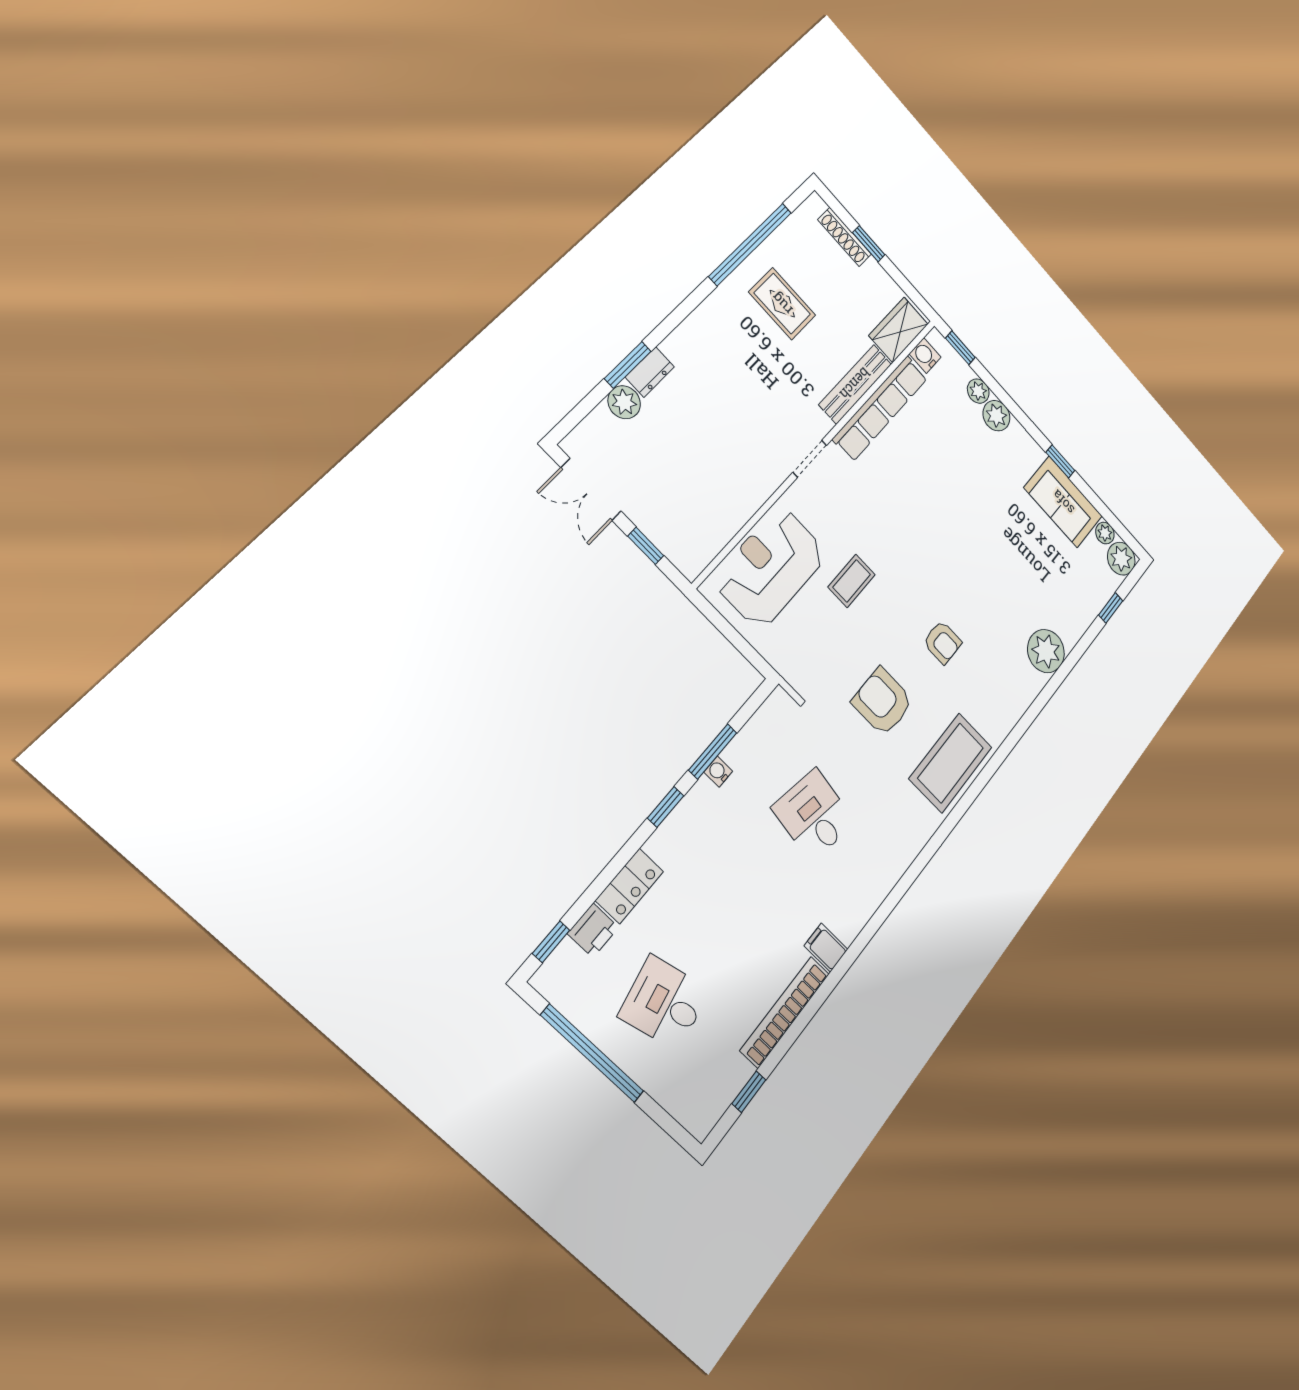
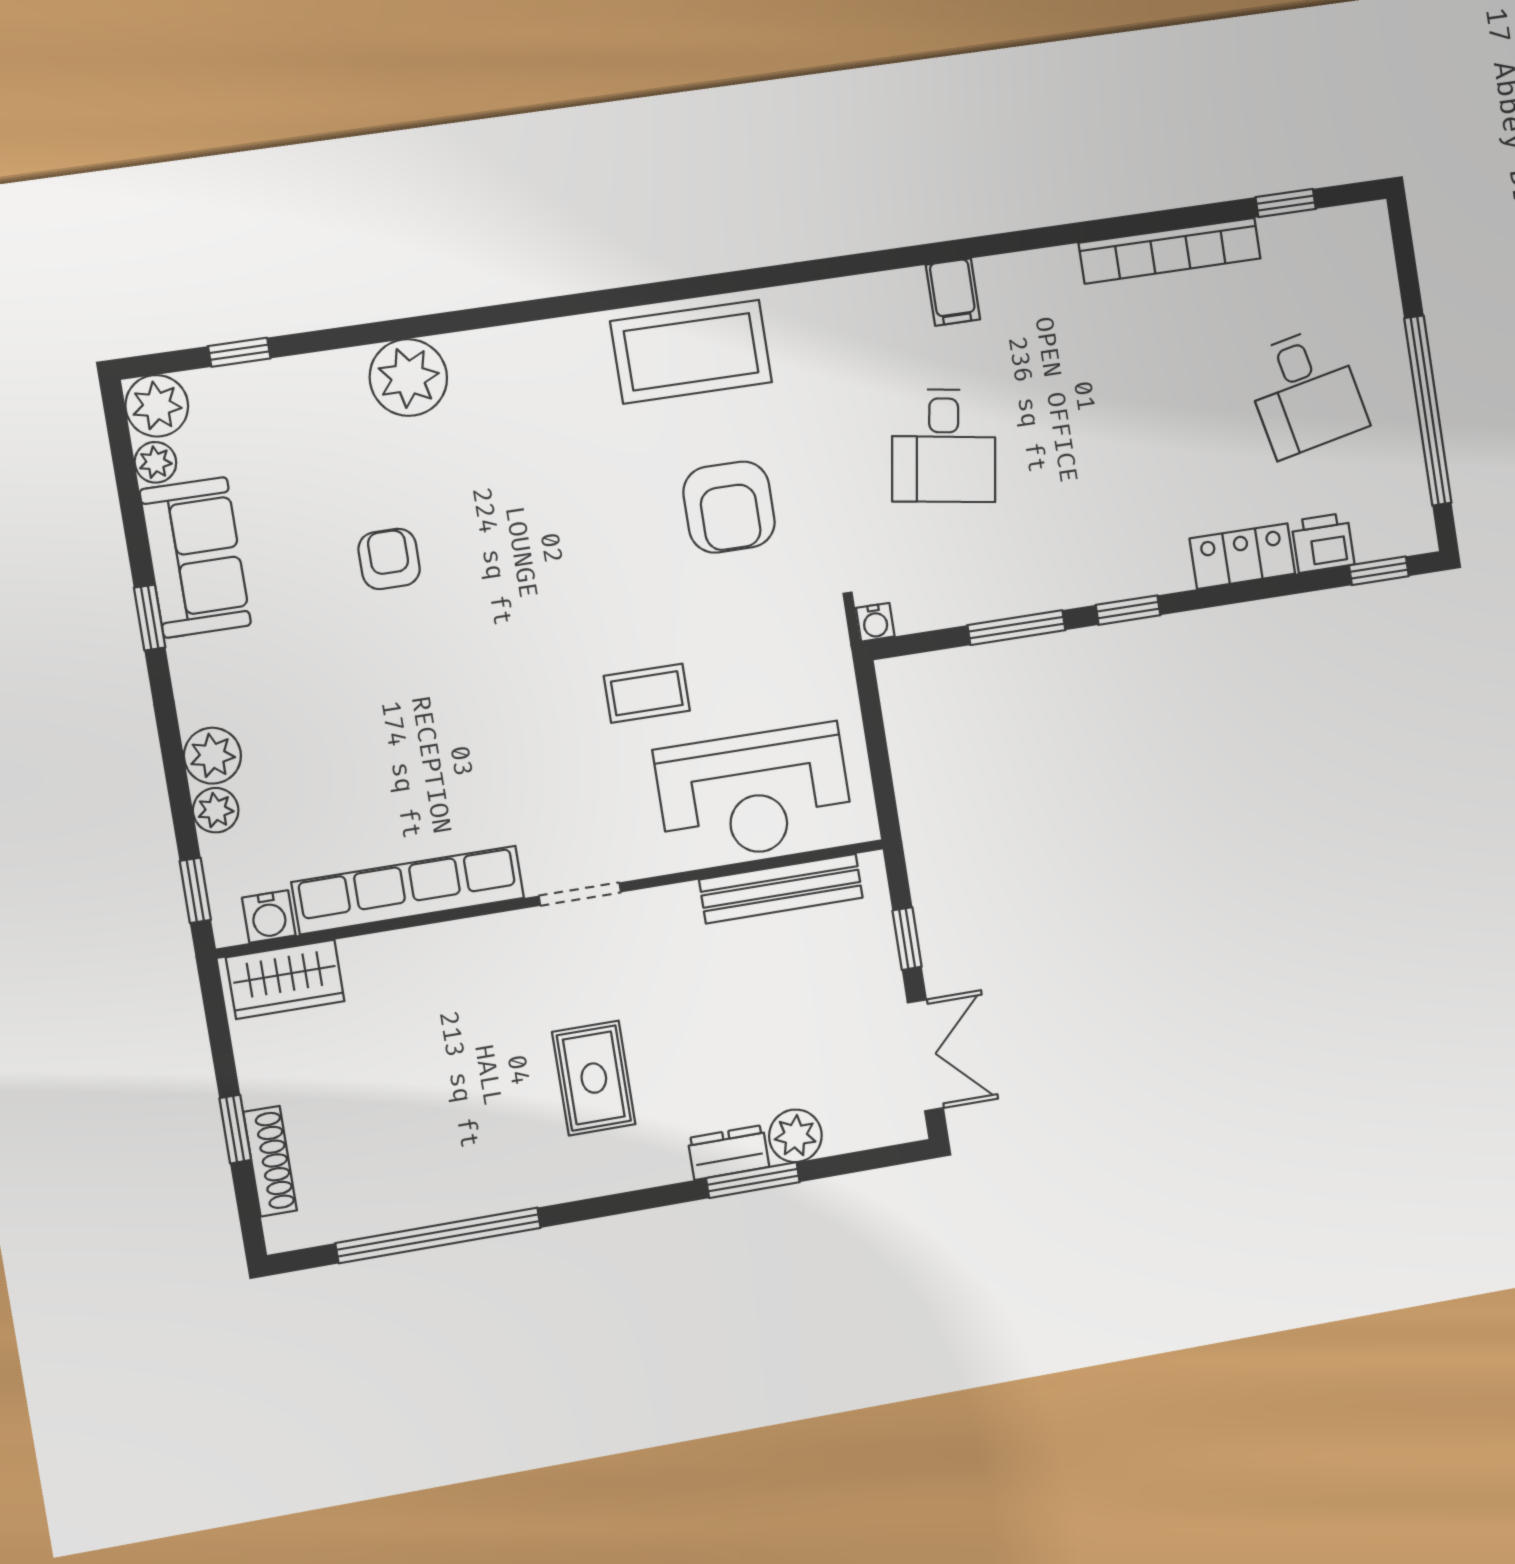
rug: (782, 304) -> (594, 1078), moved
bench: (855, 384) -> (781, 889), moved
armchair: (942, 642) -> (389, 559), moved
water cooler: (718, 772) -> (875, 622), moved
filing cabinet: (826, 948) -> (953, 292), moved

